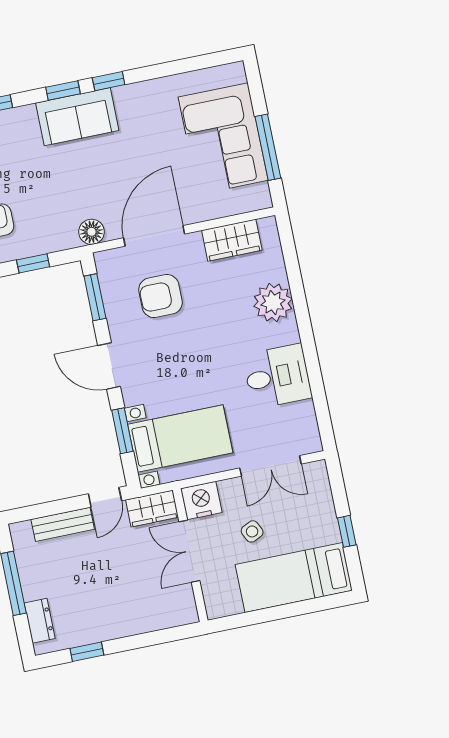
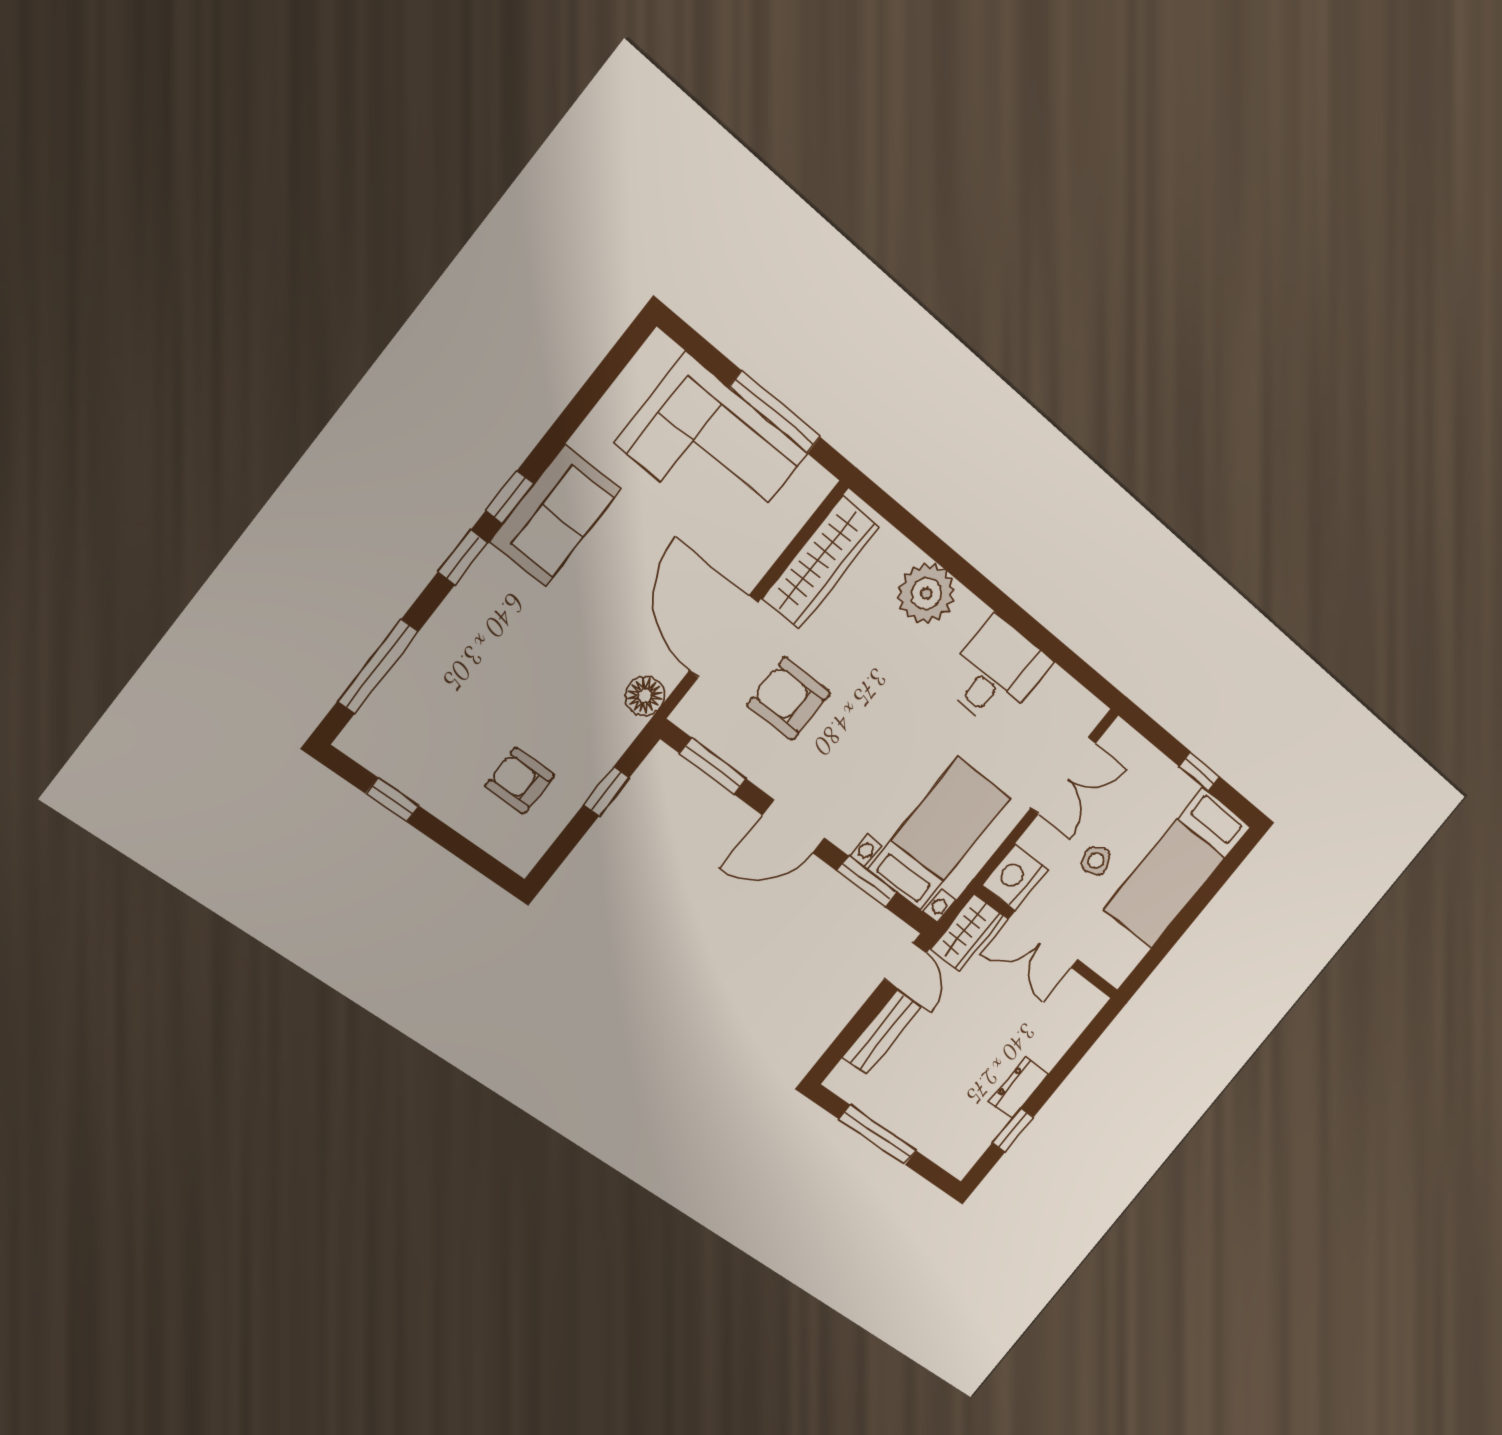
sofa: (77, 117) -> (555, 515), moved
wardrobe: (232, 240) -> (820, 562), width x1.50
armchair: (161, 296) -> (789, 699), turned 90
dresser: (40, 621) -> (1019, 1088), moved, turned -90

